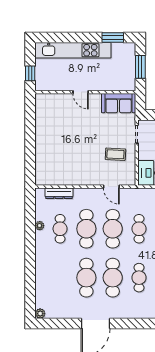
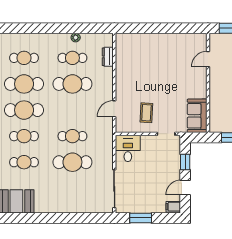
door: (81, 92) -> (208, 59), moved
dresser: (59, 193) -> (108, 57), width x0.70
cafe table: (113, 229) -> (24, 58), moved, width x0.73, depth x0.74

